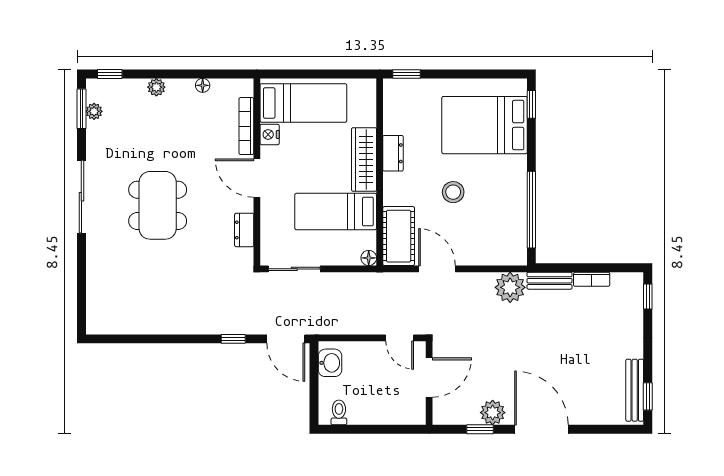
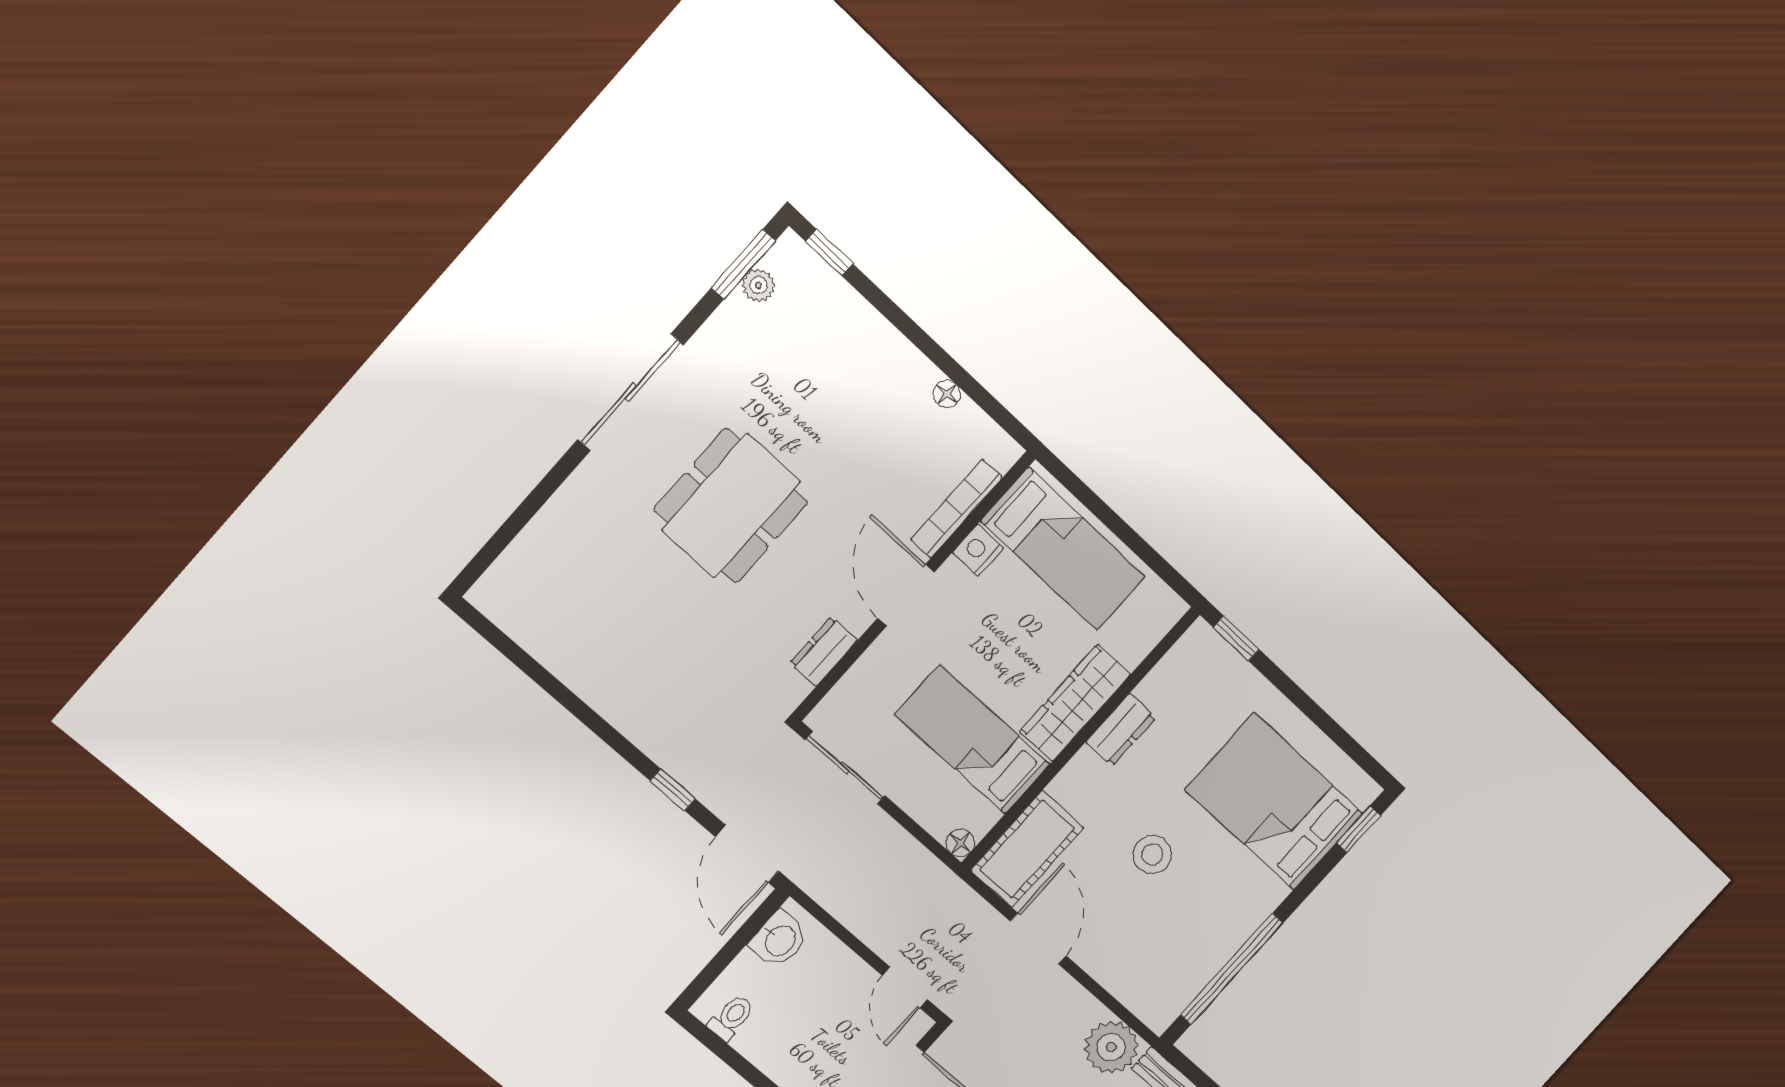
plant: (156, 87) -> (879, 335), removed

